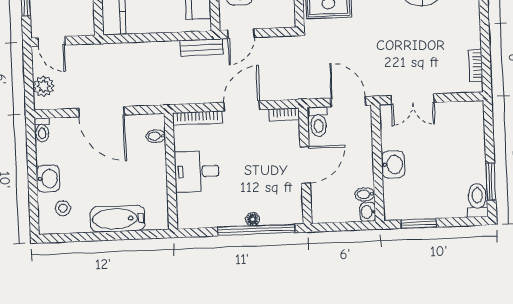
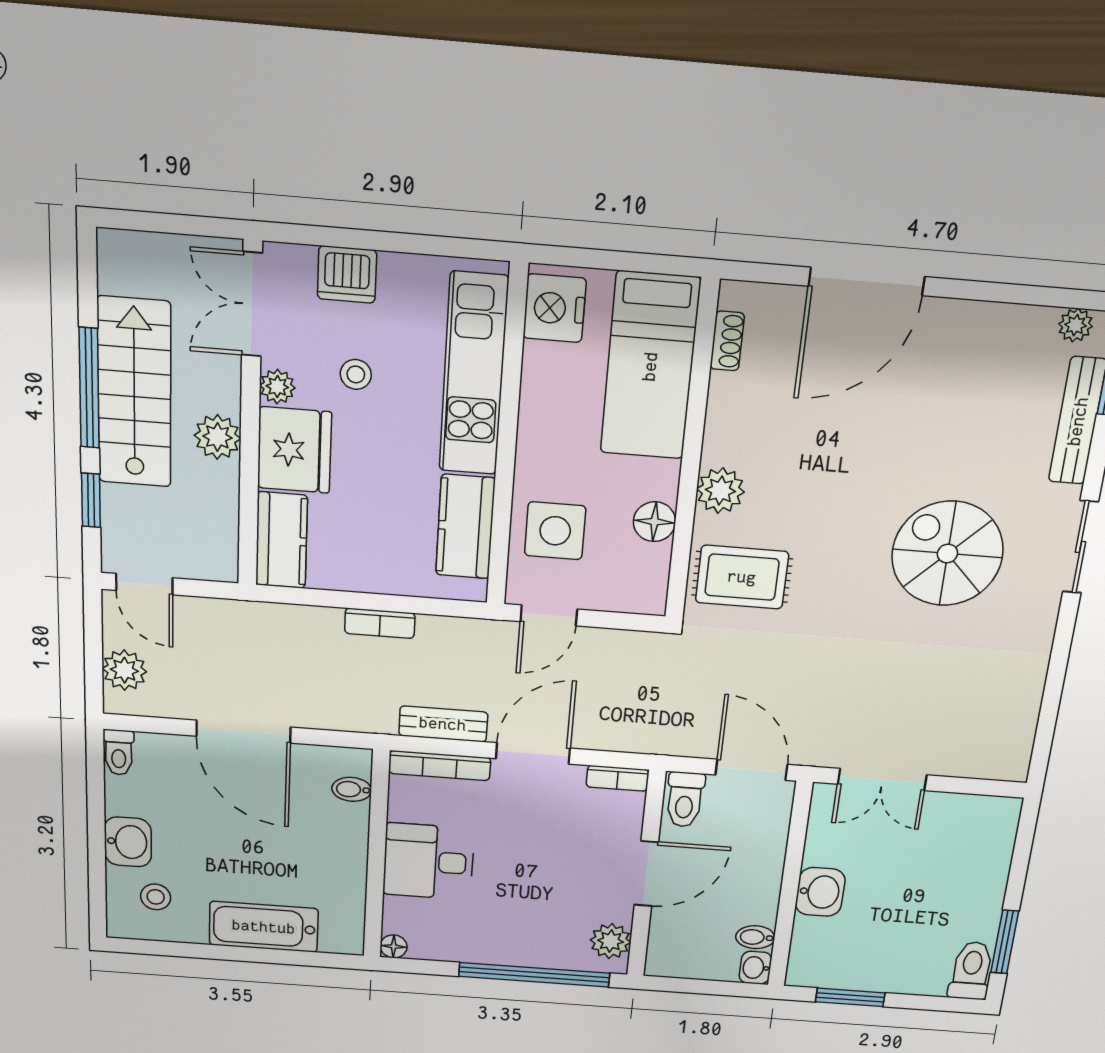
bench: (201, 47) -> (443, 724), moved
bookcase: (476, 65) -> (380, 623), moved, turned -90
plant: (292, 206) -> (611, 941), added
floor lamp: (253, 219) -> (394, 946), moved

